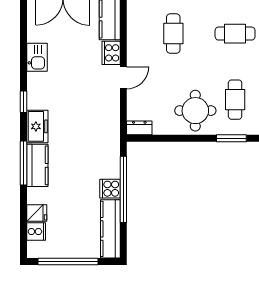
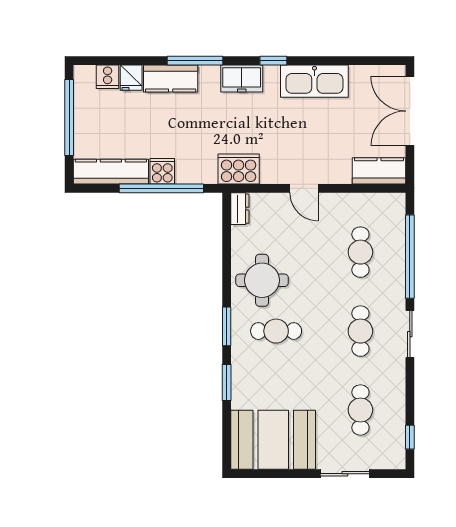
cafe table: (173, 34) -> (360, 252), turned 90
cooker: (111, 53) -> (239, 169), moved, width x1.37, depth x1.31
kitchen sink: (37, 57) -> (314, 81), width x1.88, depth x1.24
kitchen counter: (37, 165) -> (171, 78), moved

